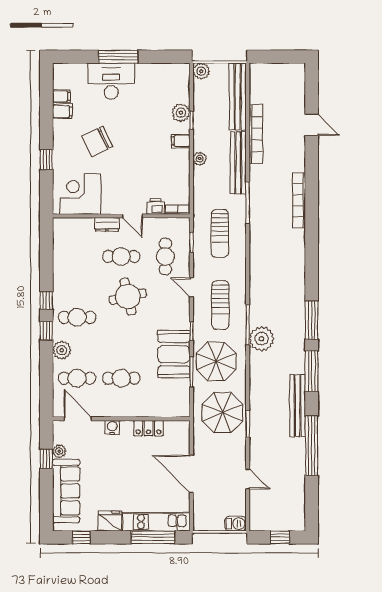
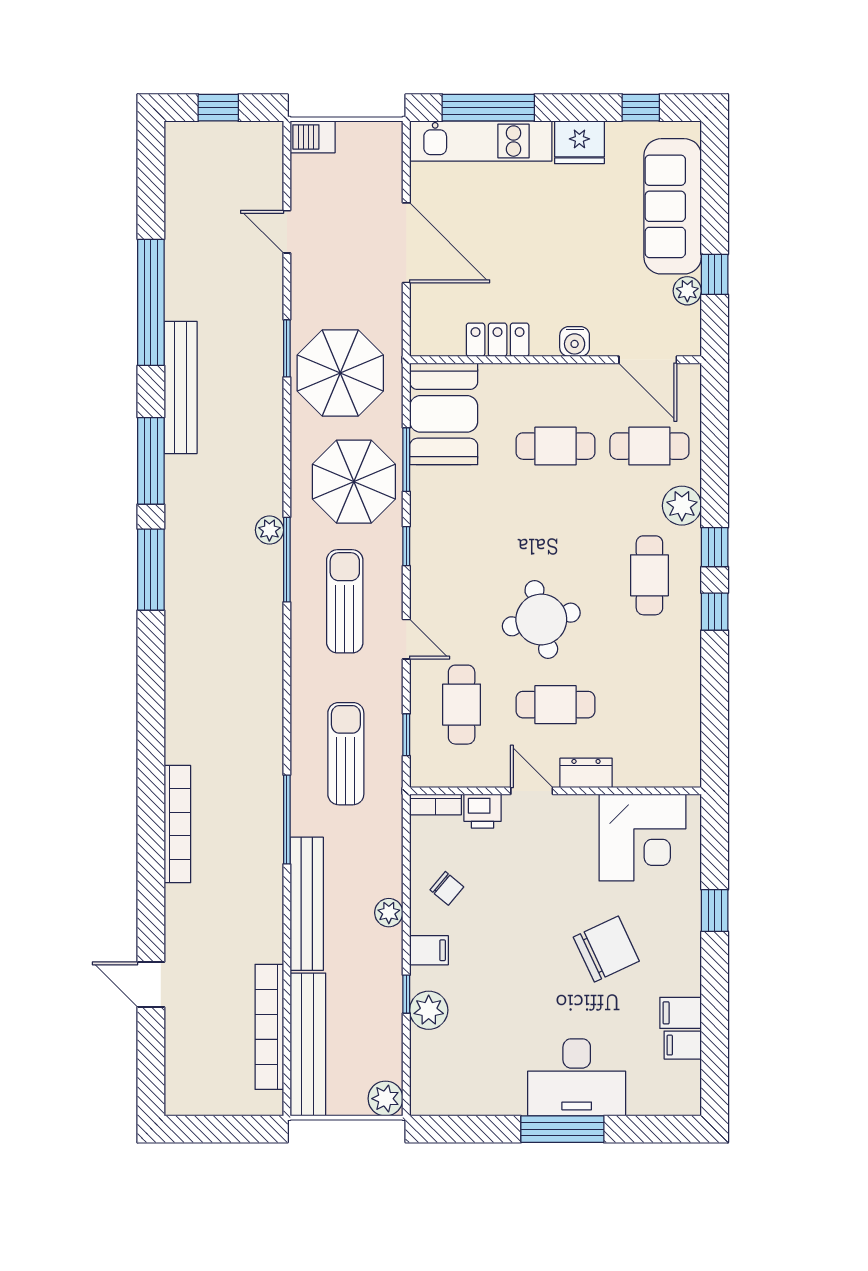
bookcase: (256, 134) -> (269, 1027), moved
chair: (172, 170) -> (447, 888), added
cafe table: (77, 317) -> (649, 575), turned 90
plant: (262, 339) -> (269, 530), width x0.53, depth x0.53
booth: (174, 354) -> (444, 414), moved

